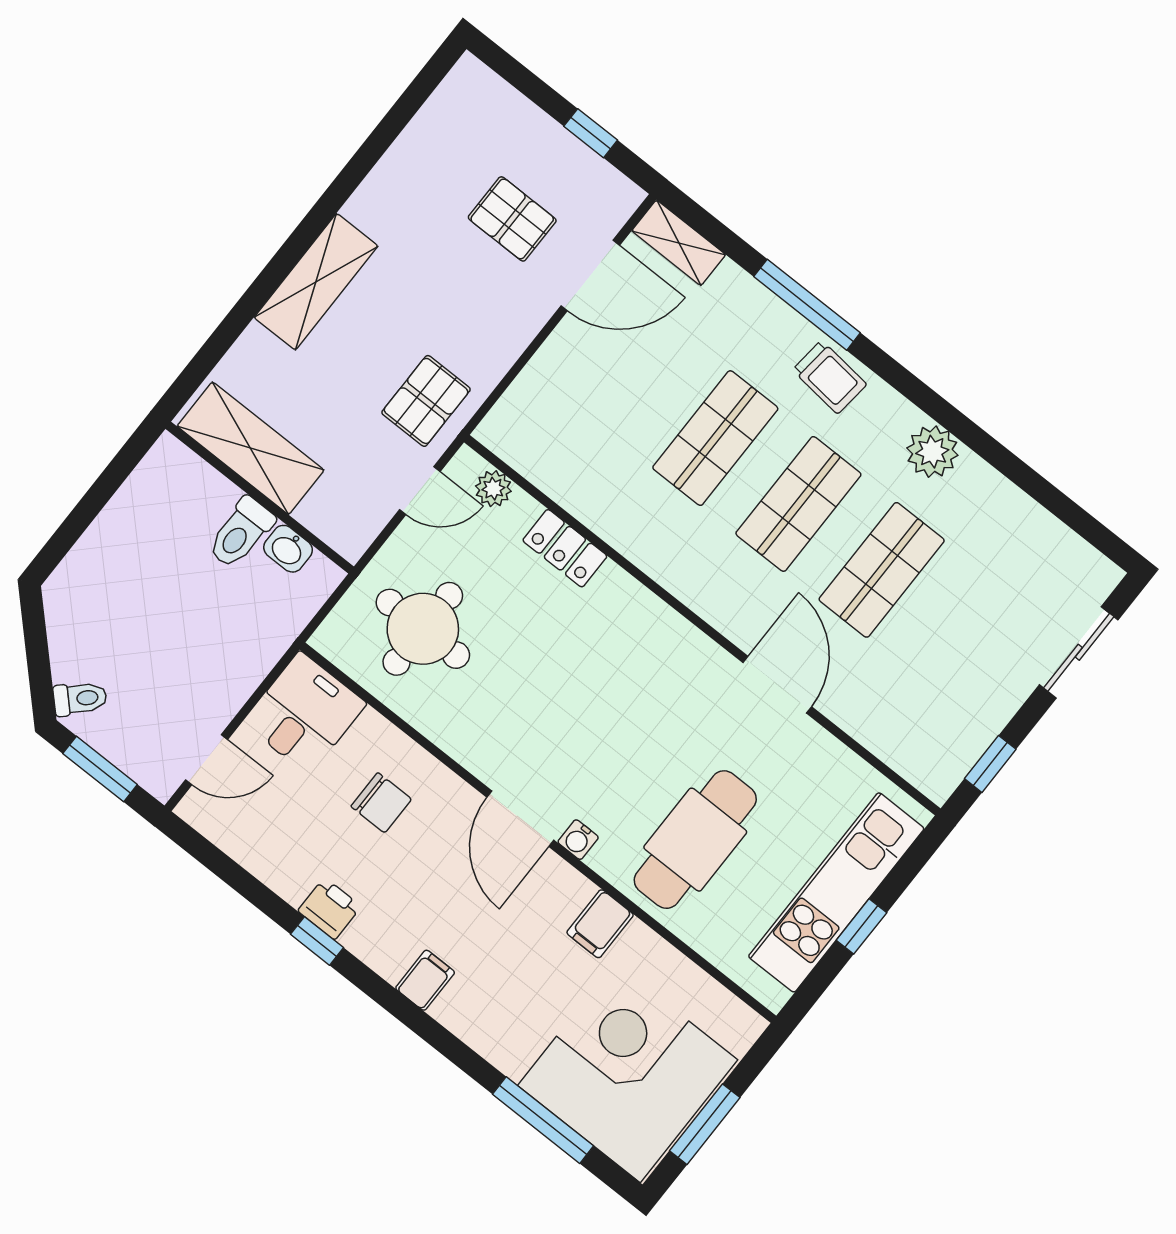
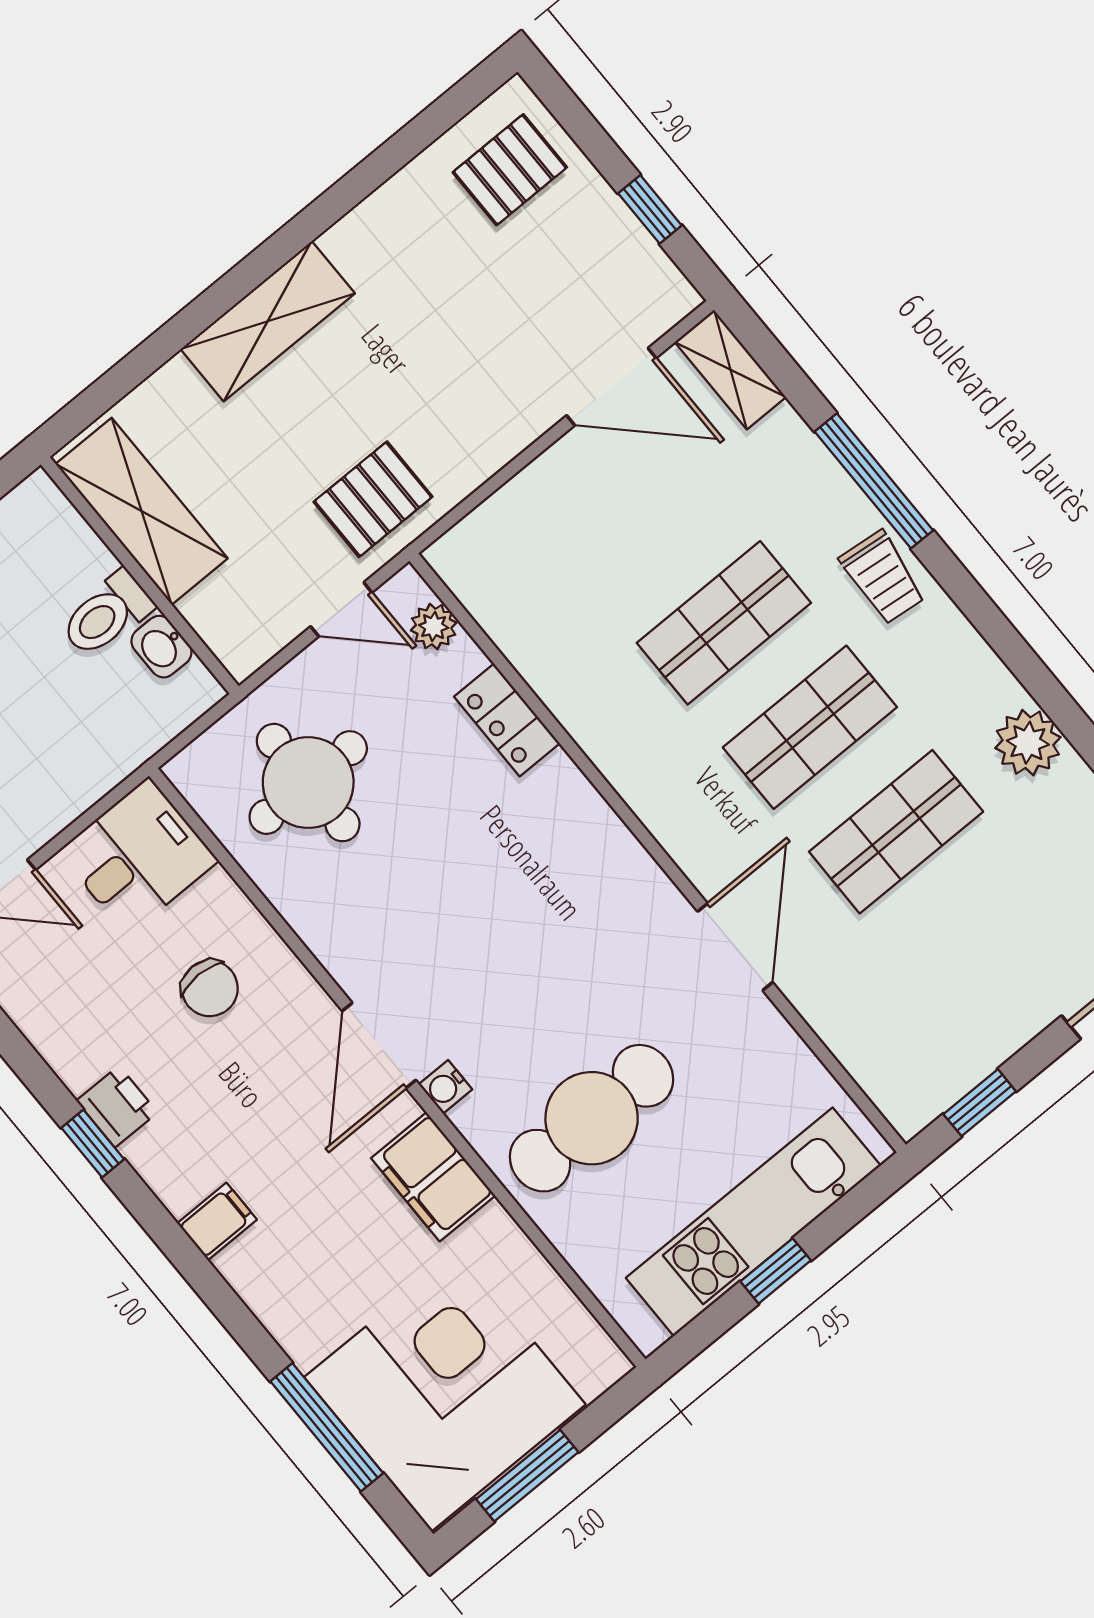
pallet: (512, 219) -> (510, 170), moved, turned 90
plant: (932, 452) -> (1028, 743), moved
filing cabinet: (600, 924) -> (433, 1177), width x2.00

